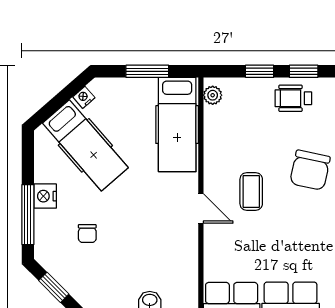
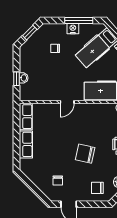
coffee table: (251, 191) -> (75, 126), removed
window: (28, 215) -> (79, 20), moved

